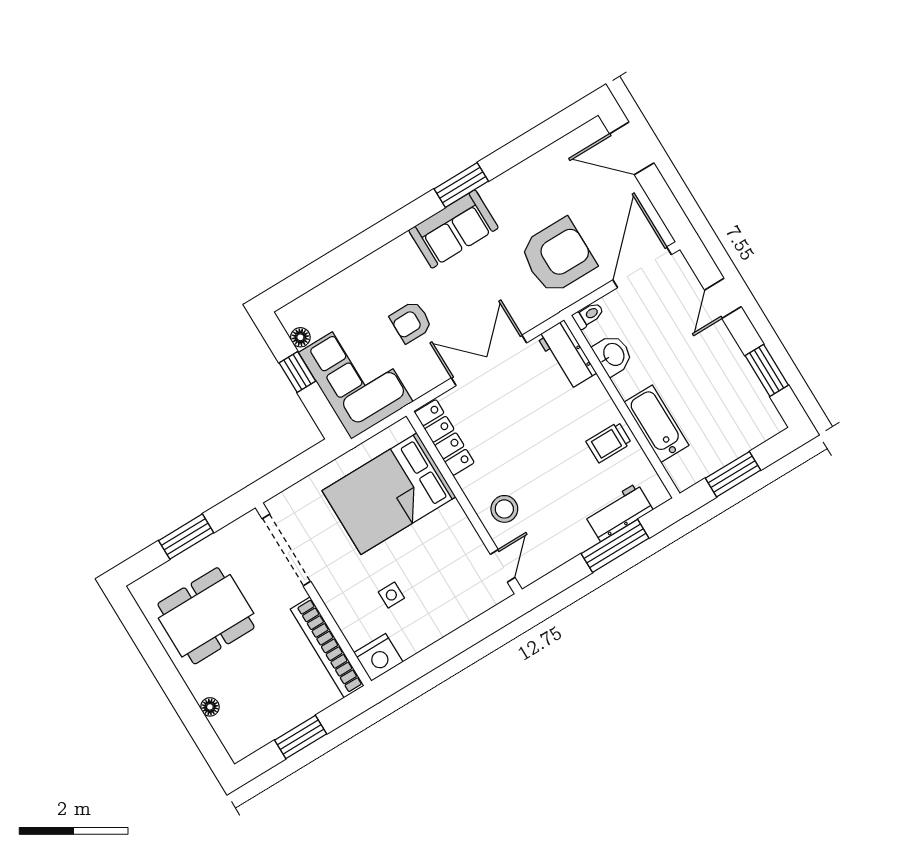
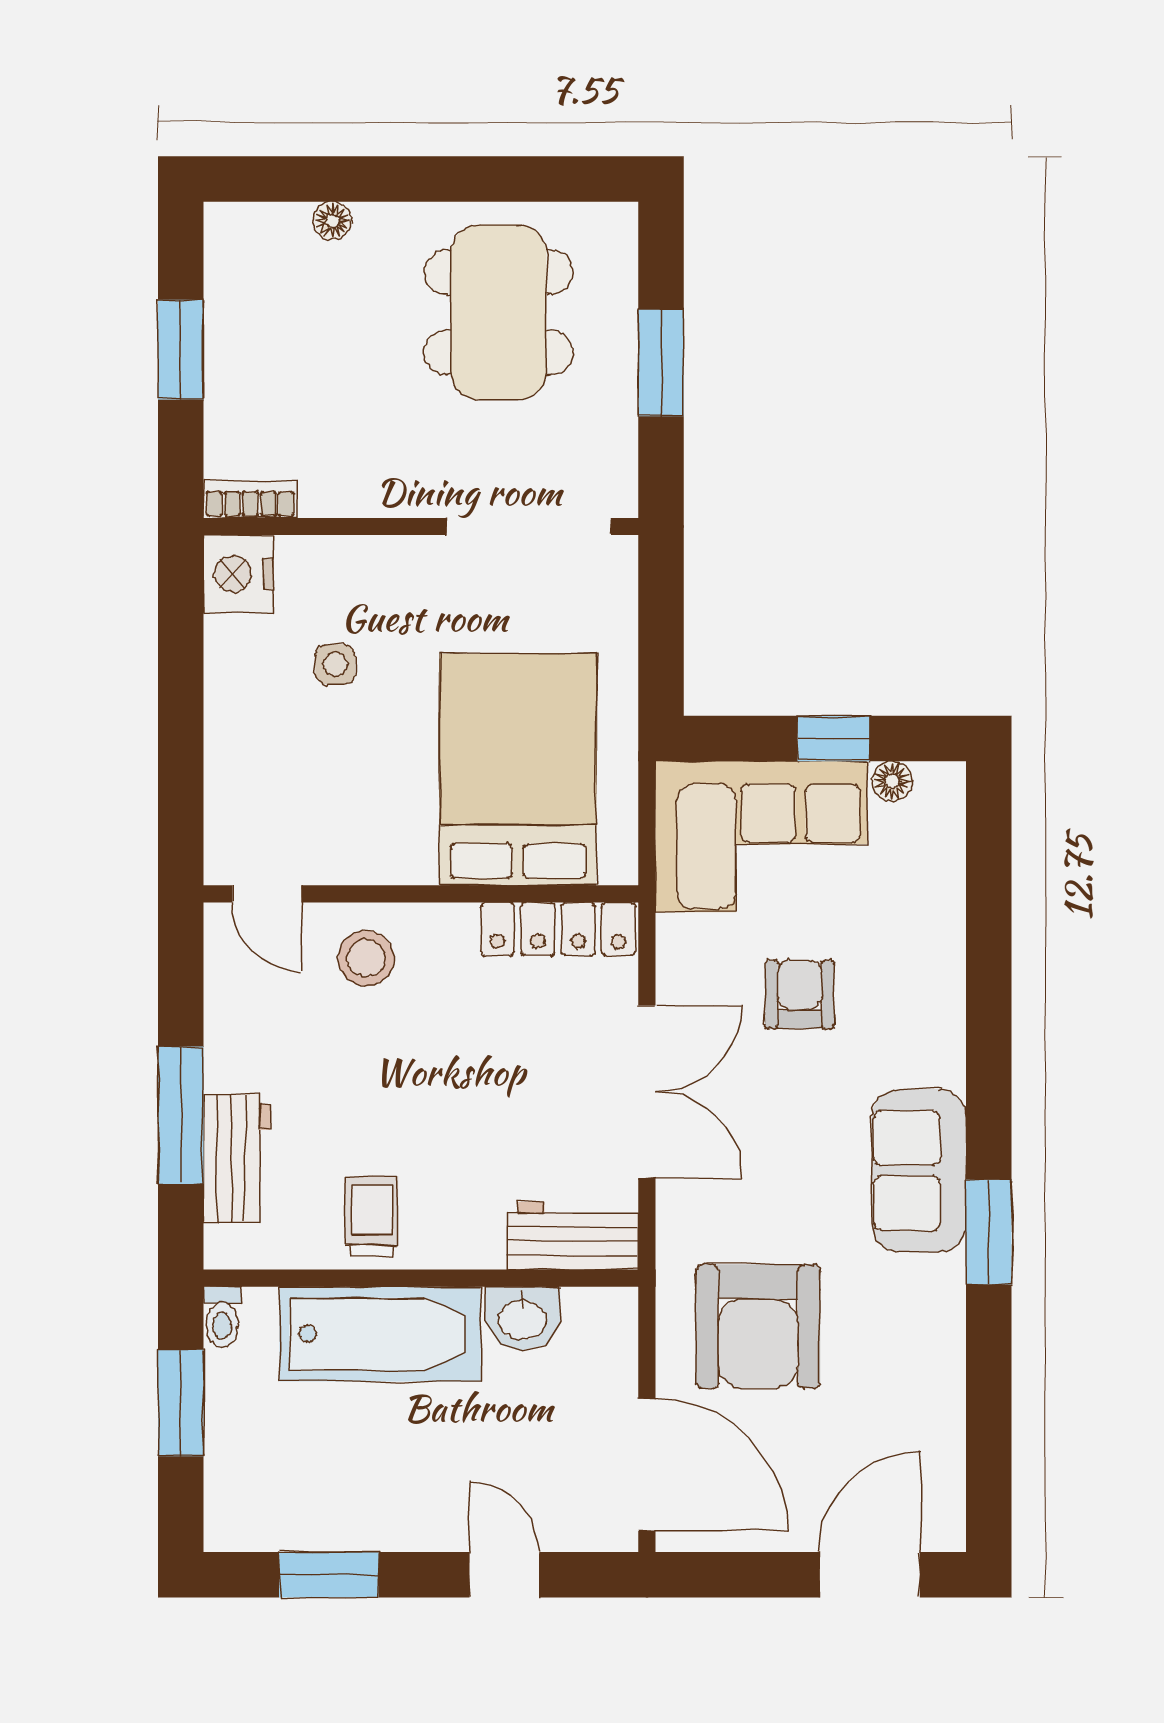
toilet: (588, 315) -> (222, 1317), moved
bathtub: (657, 424) -> (380, 1334), width x1.36, depth x1.36
bookcase: (327, 647) -> (250, 499), width x0.43, depth x0.76

